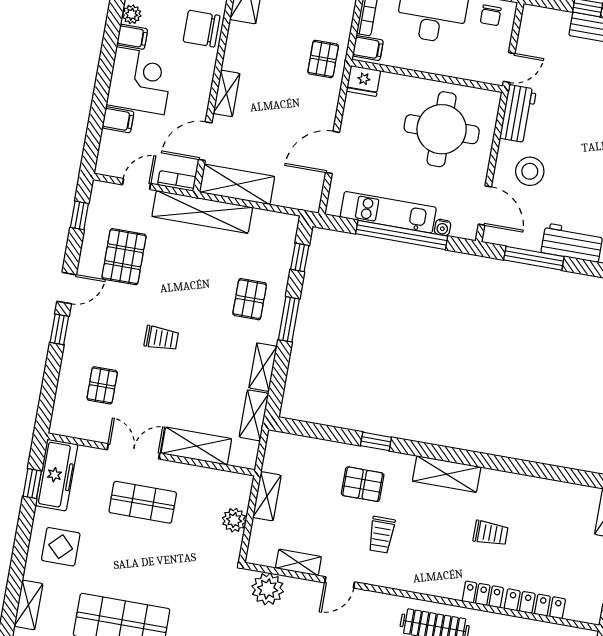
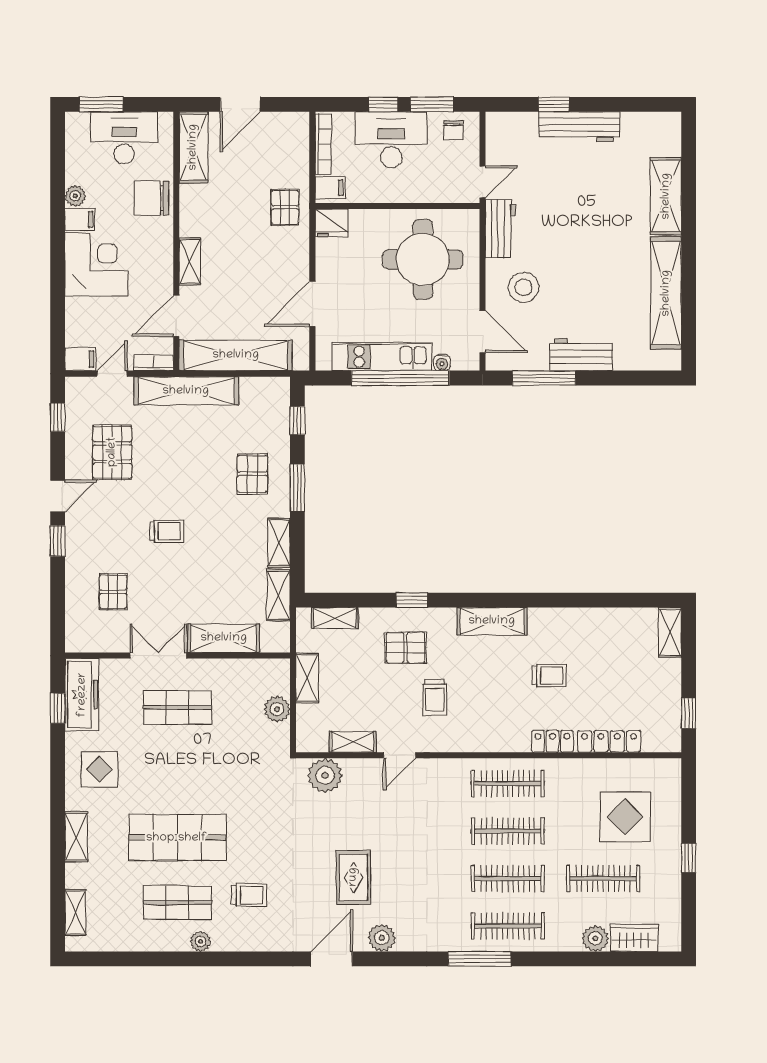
filing cabinet: (118, 120) -> (80, 359), moved
shelving: (237, 184) -> (236, 355), width x1.47
shelving: (302, 445) -> (335, 618), added

